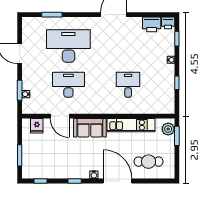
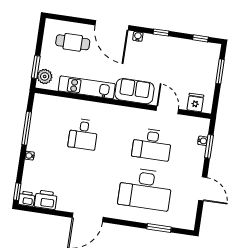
window: (177, 39) -> (17, 192), moved
window: (177, 83) -> (27, 128), width x2.17

